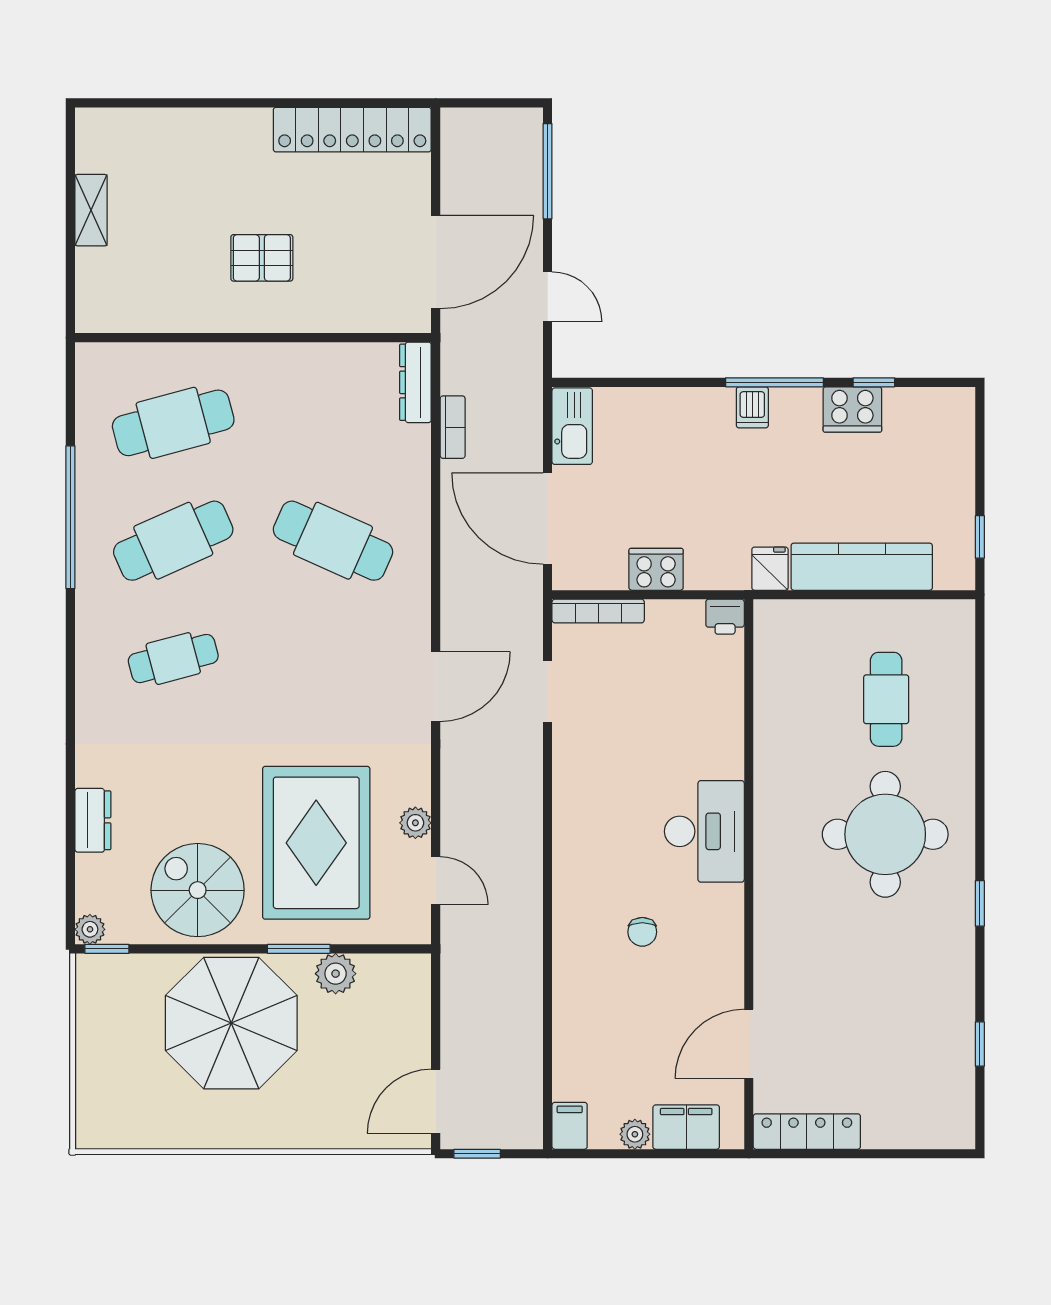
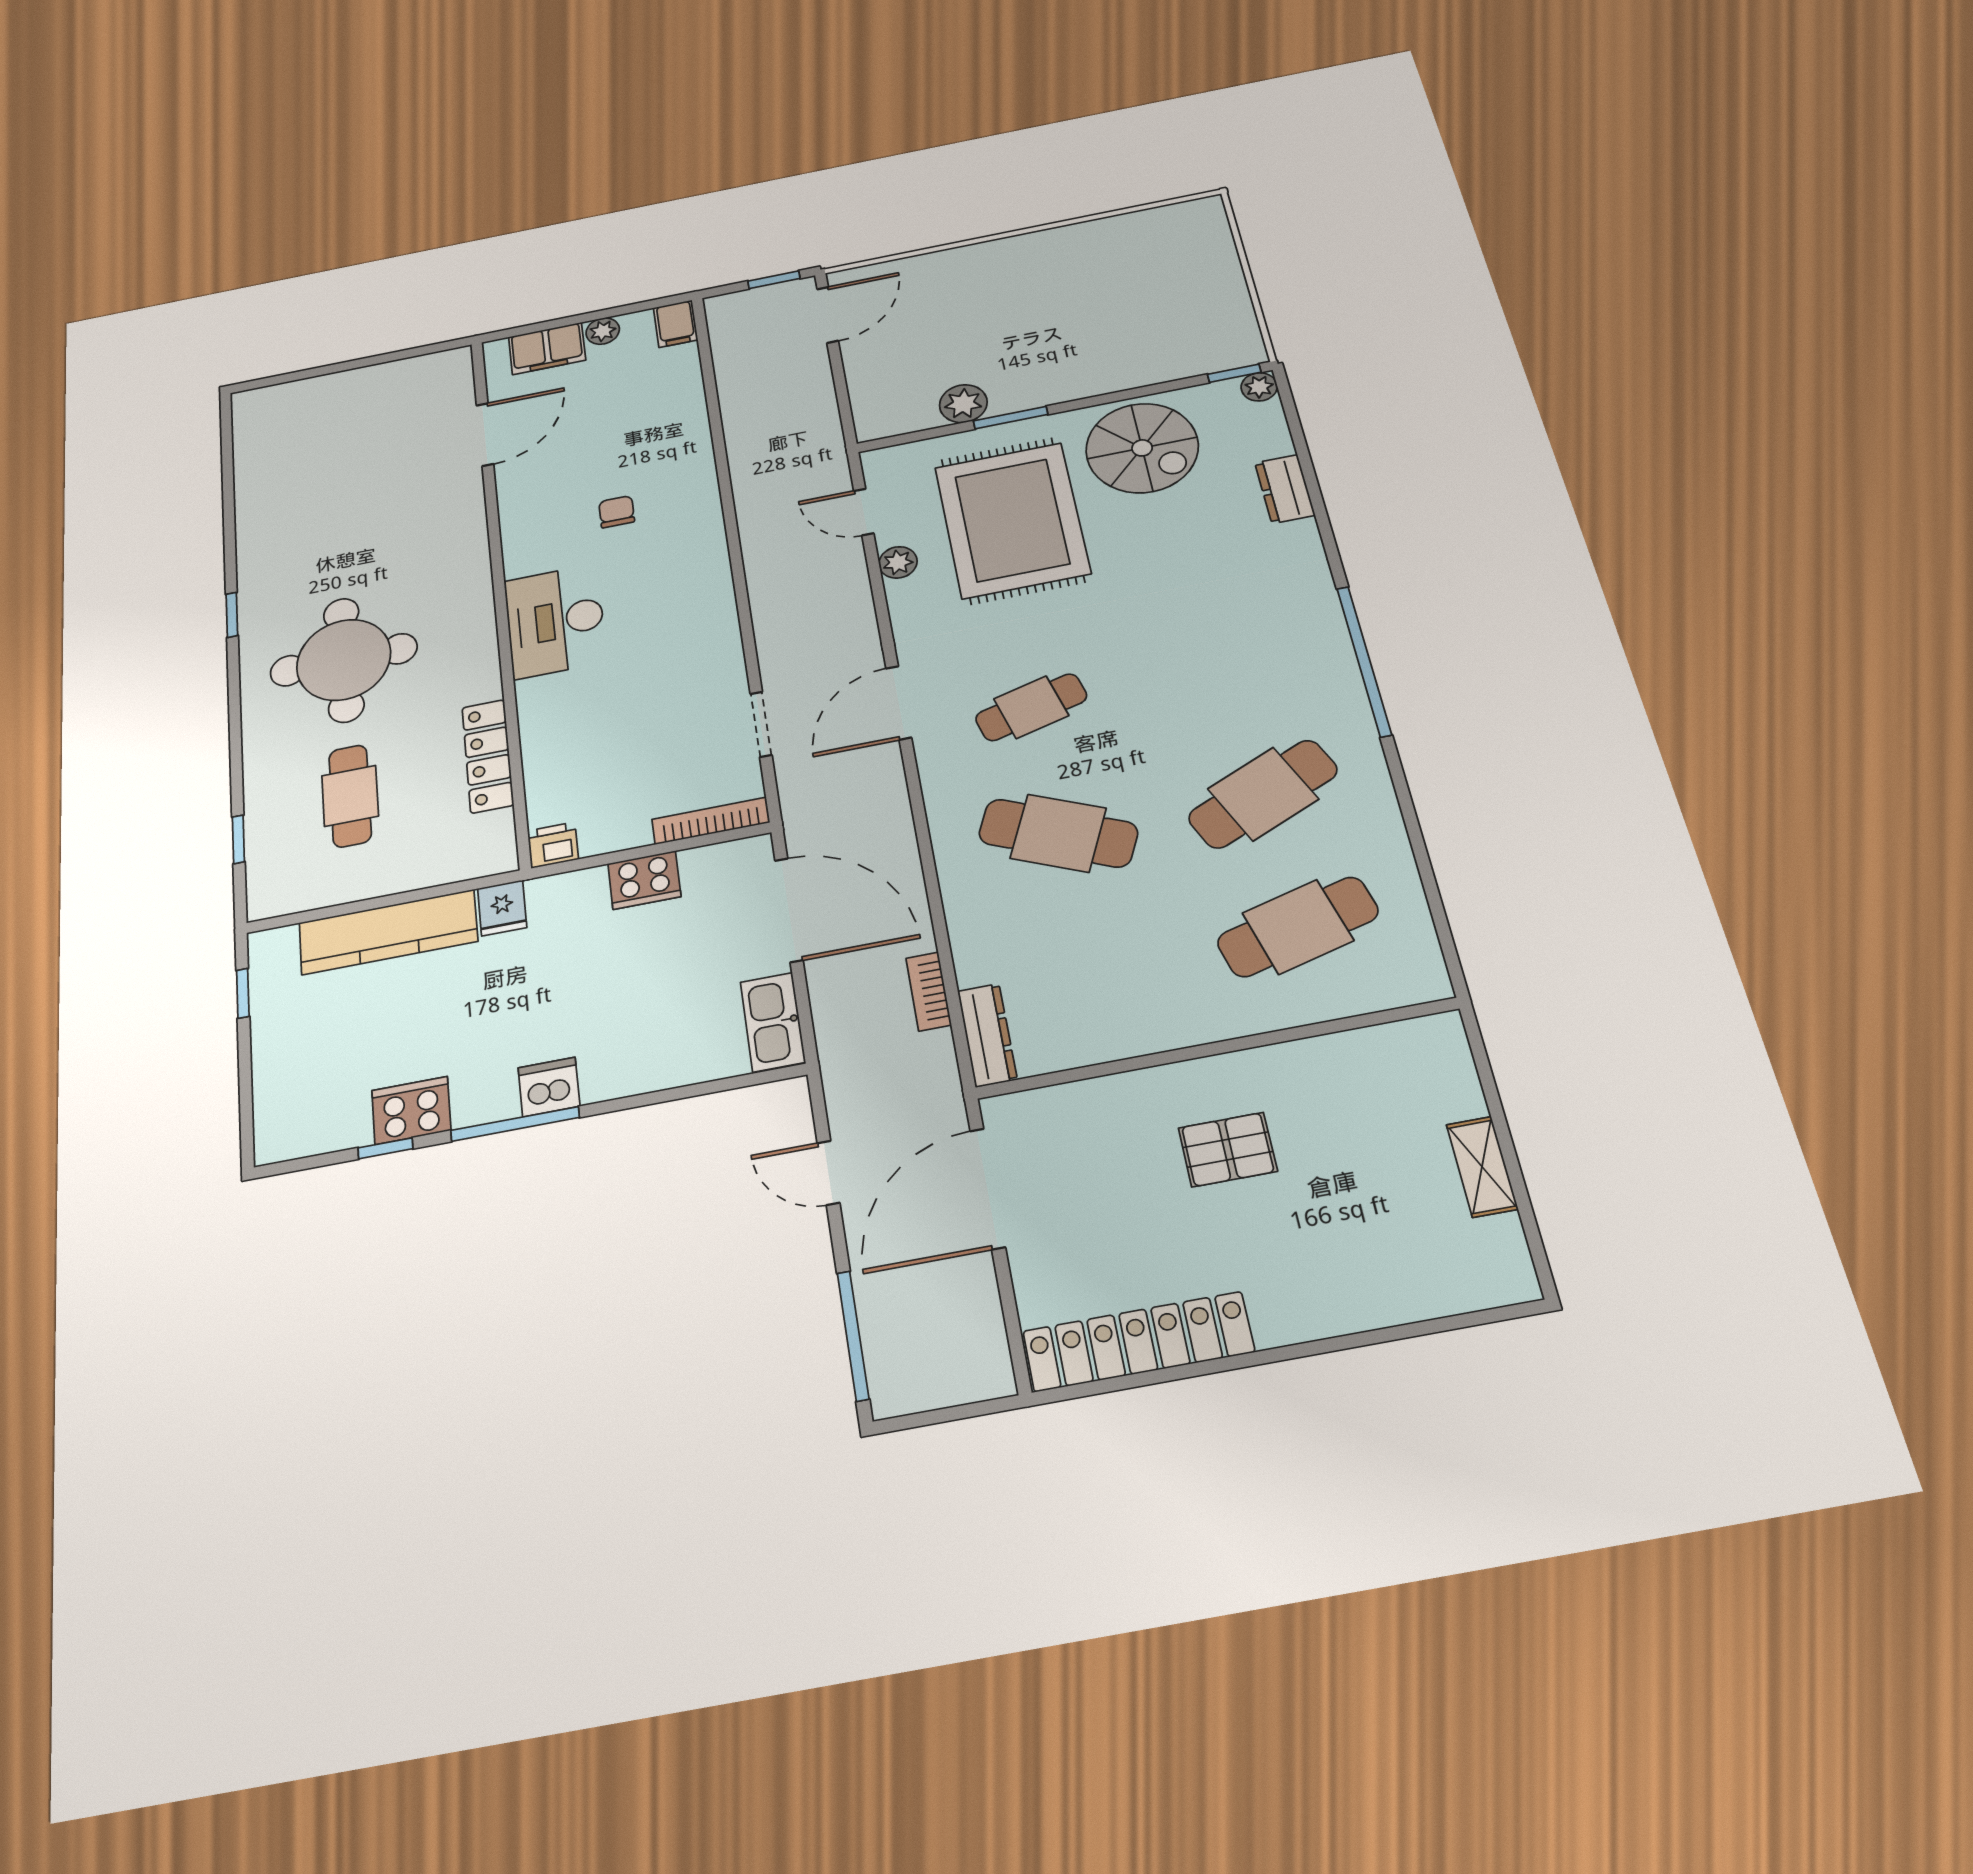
dishwasher: (752, 407) -> (549, 1087), width x1.38
window: (70, 517) -> (1364, 661), moved
cafe table: (173, 659) -> (1031, 707), moved
parasol: (231, 1023) -> (1073, 336), removed
window: (980, 1044) -> (238, 839), moved
locker: (807, 1132) -> (488, 756), moved, turned 90

